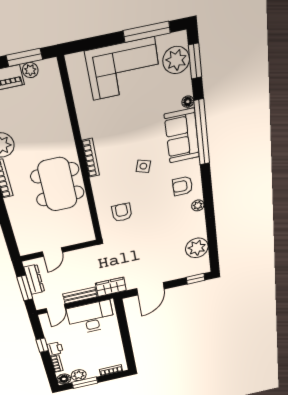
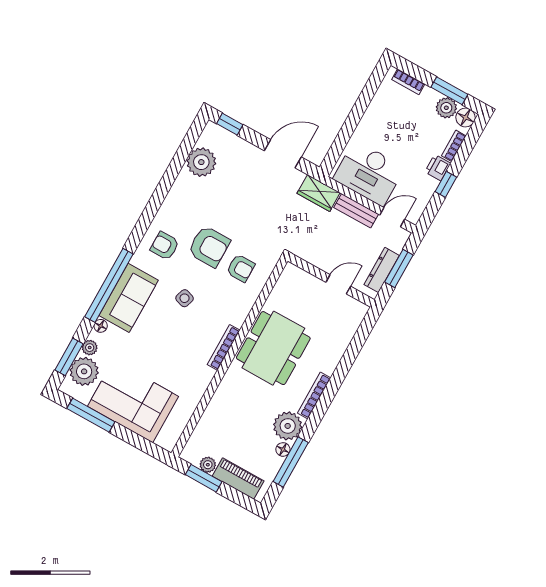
armchair: (183, 186) -> (165, 246), turned 180
plant: (198, 205) -> (90, 348), moved
armchair: (153, 208) -> (209, 246), added
armchair: (122, 212) -> (241, 268), turned -90

